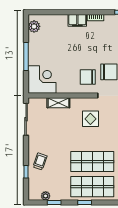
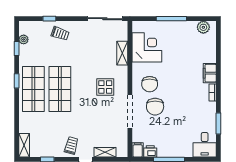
chair: (88, 77) -> (150, 84), turned 180
corner desk: (42, 80) -> (147, 47), moved, turned -90

